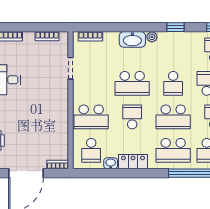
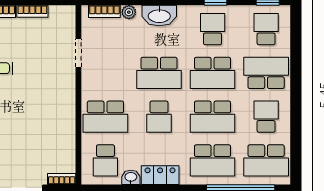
bookcase: (47, 36) -> (32, 11), moved
plant: (152, 37) -> (129, 12), moved
school desk: (173, 50) -> (213, 29), added
school desk: (173, 83) -> (213, 73), width x1.85
school desk: (132, 117) -> (159, 117), turned 180

